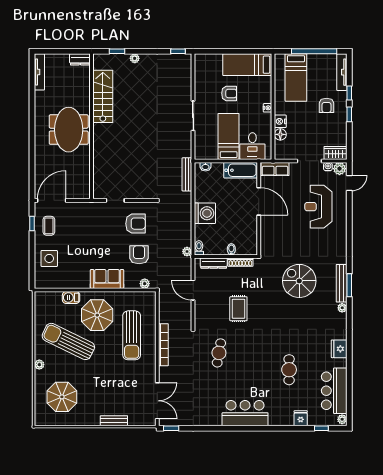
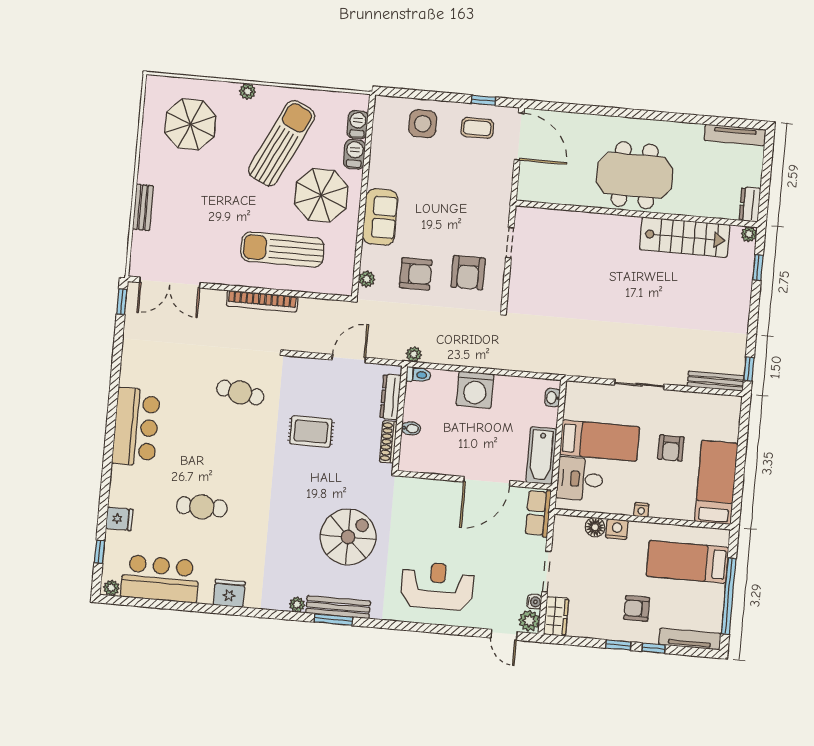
plant: (135, 58) -> (749, 234), moved
bench: (187, 174) -> (716, 381), moved
reception desk: (318, 207) -> (437, 586), moved
barbecue: (53, 297) -> (358, 125), added

